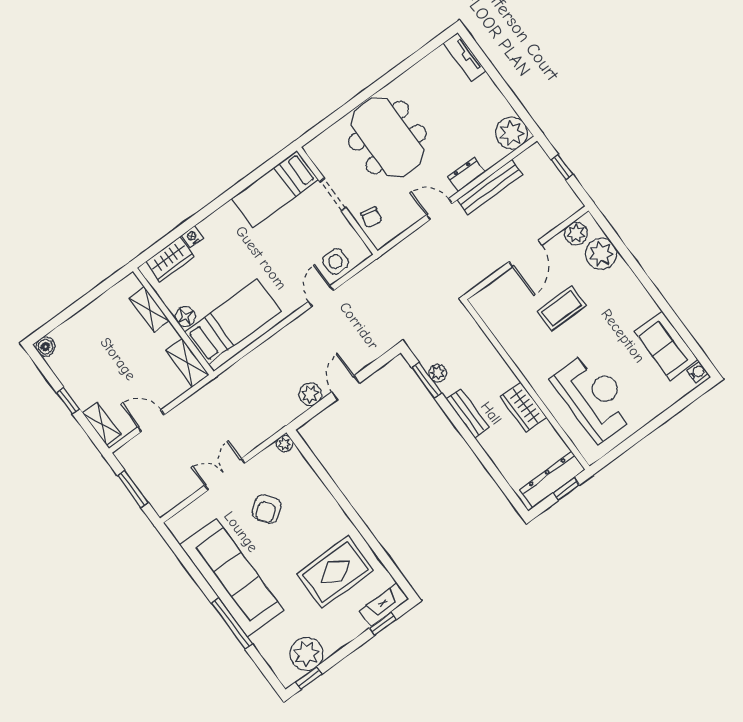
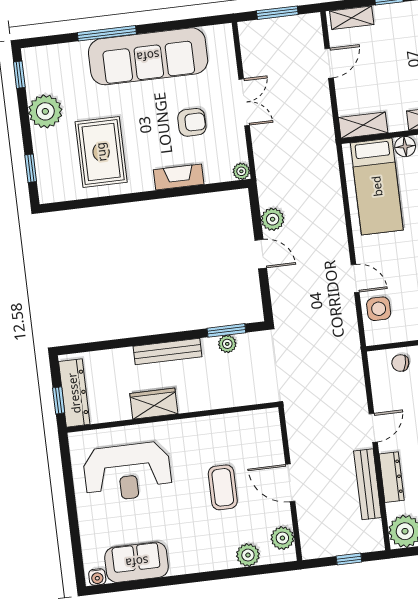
dresser: (466, 174) -> (392, 477), width x1.44
plant: (601, 254) -> (248, 555), width x0.73, depth x0.73
bench: (468, 413) -> (168, 351), width x1.36
armchair: (267, 509) -> (192, 122), turned 127
fireplace: (384, 605) -> (179, 177), moved, turned -90
plant: (307, 654) -> (45, 111), moved

